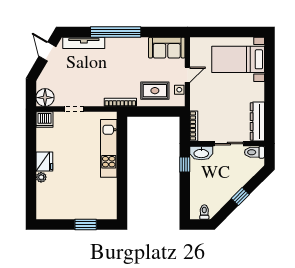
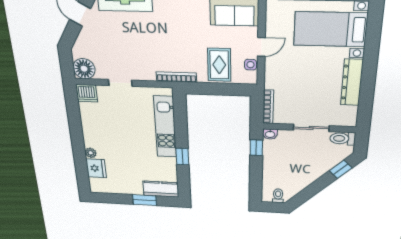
rug: (155, 91) -> (219, 65), turned 90
dresser: (257, 122) -> (352, 82), moved
washbasin: (201, 153) -> (270, 134), width x0.52, depth x0.69
fridge: (44, 161) -> (96, 168), moved
window: (122, 177) -> (182, 157), added
window: (240, 197) -> (341, 169), moved
kitchen counter: (101, 212) -> (161, 189), added

